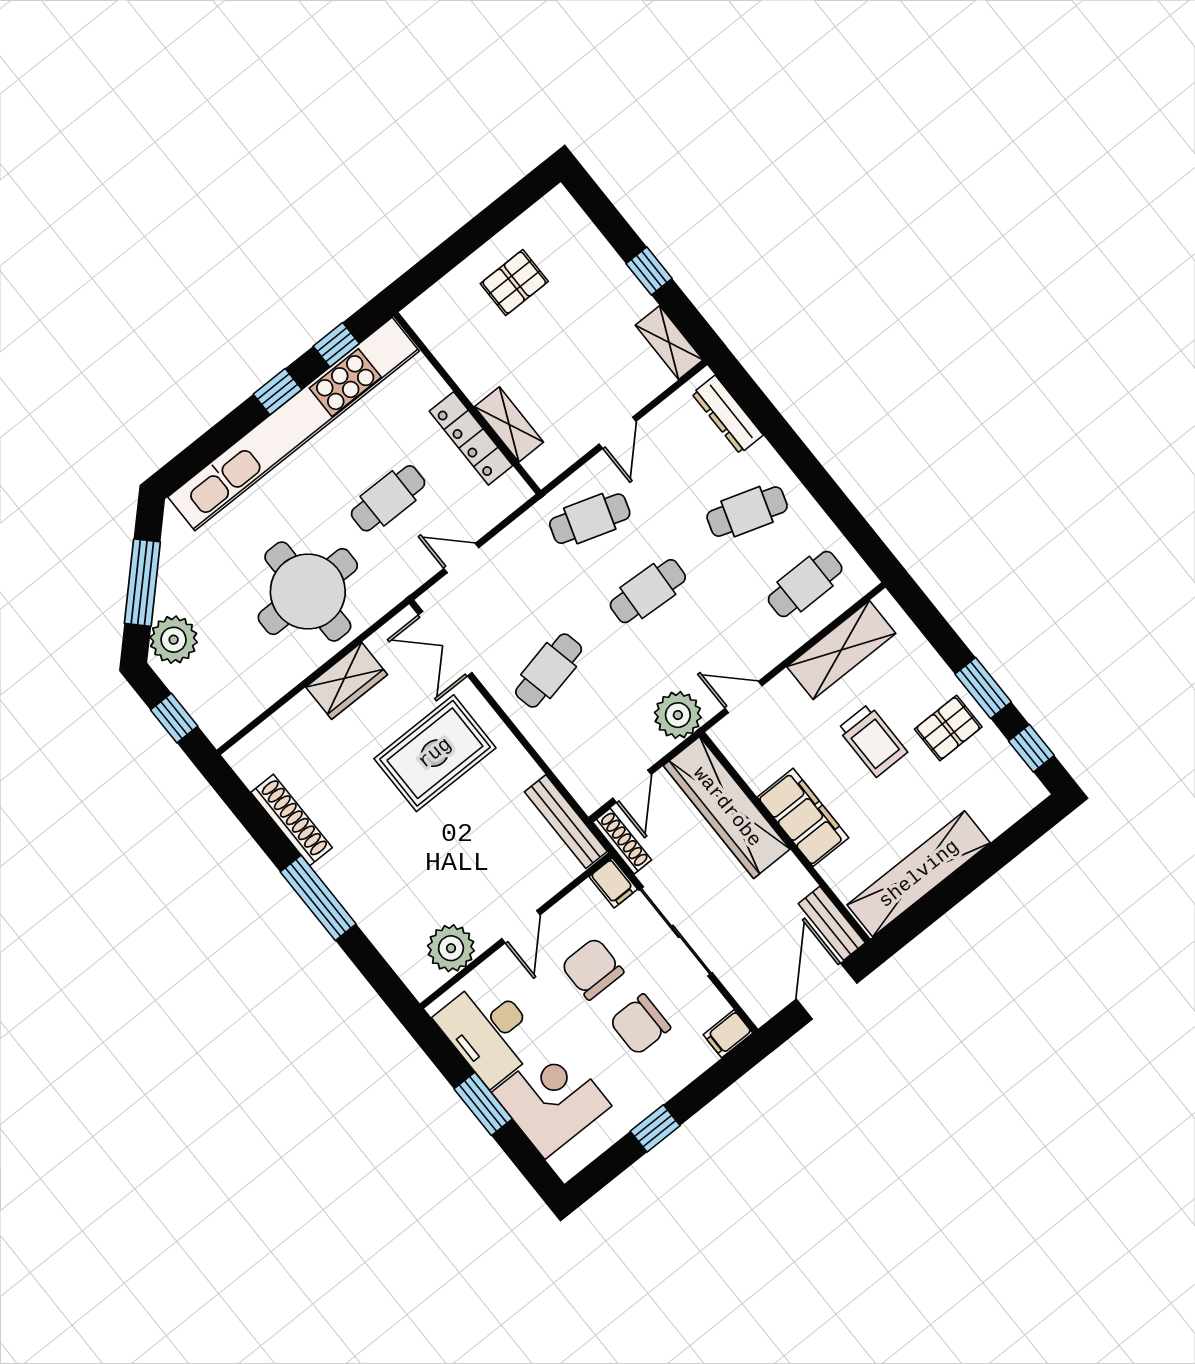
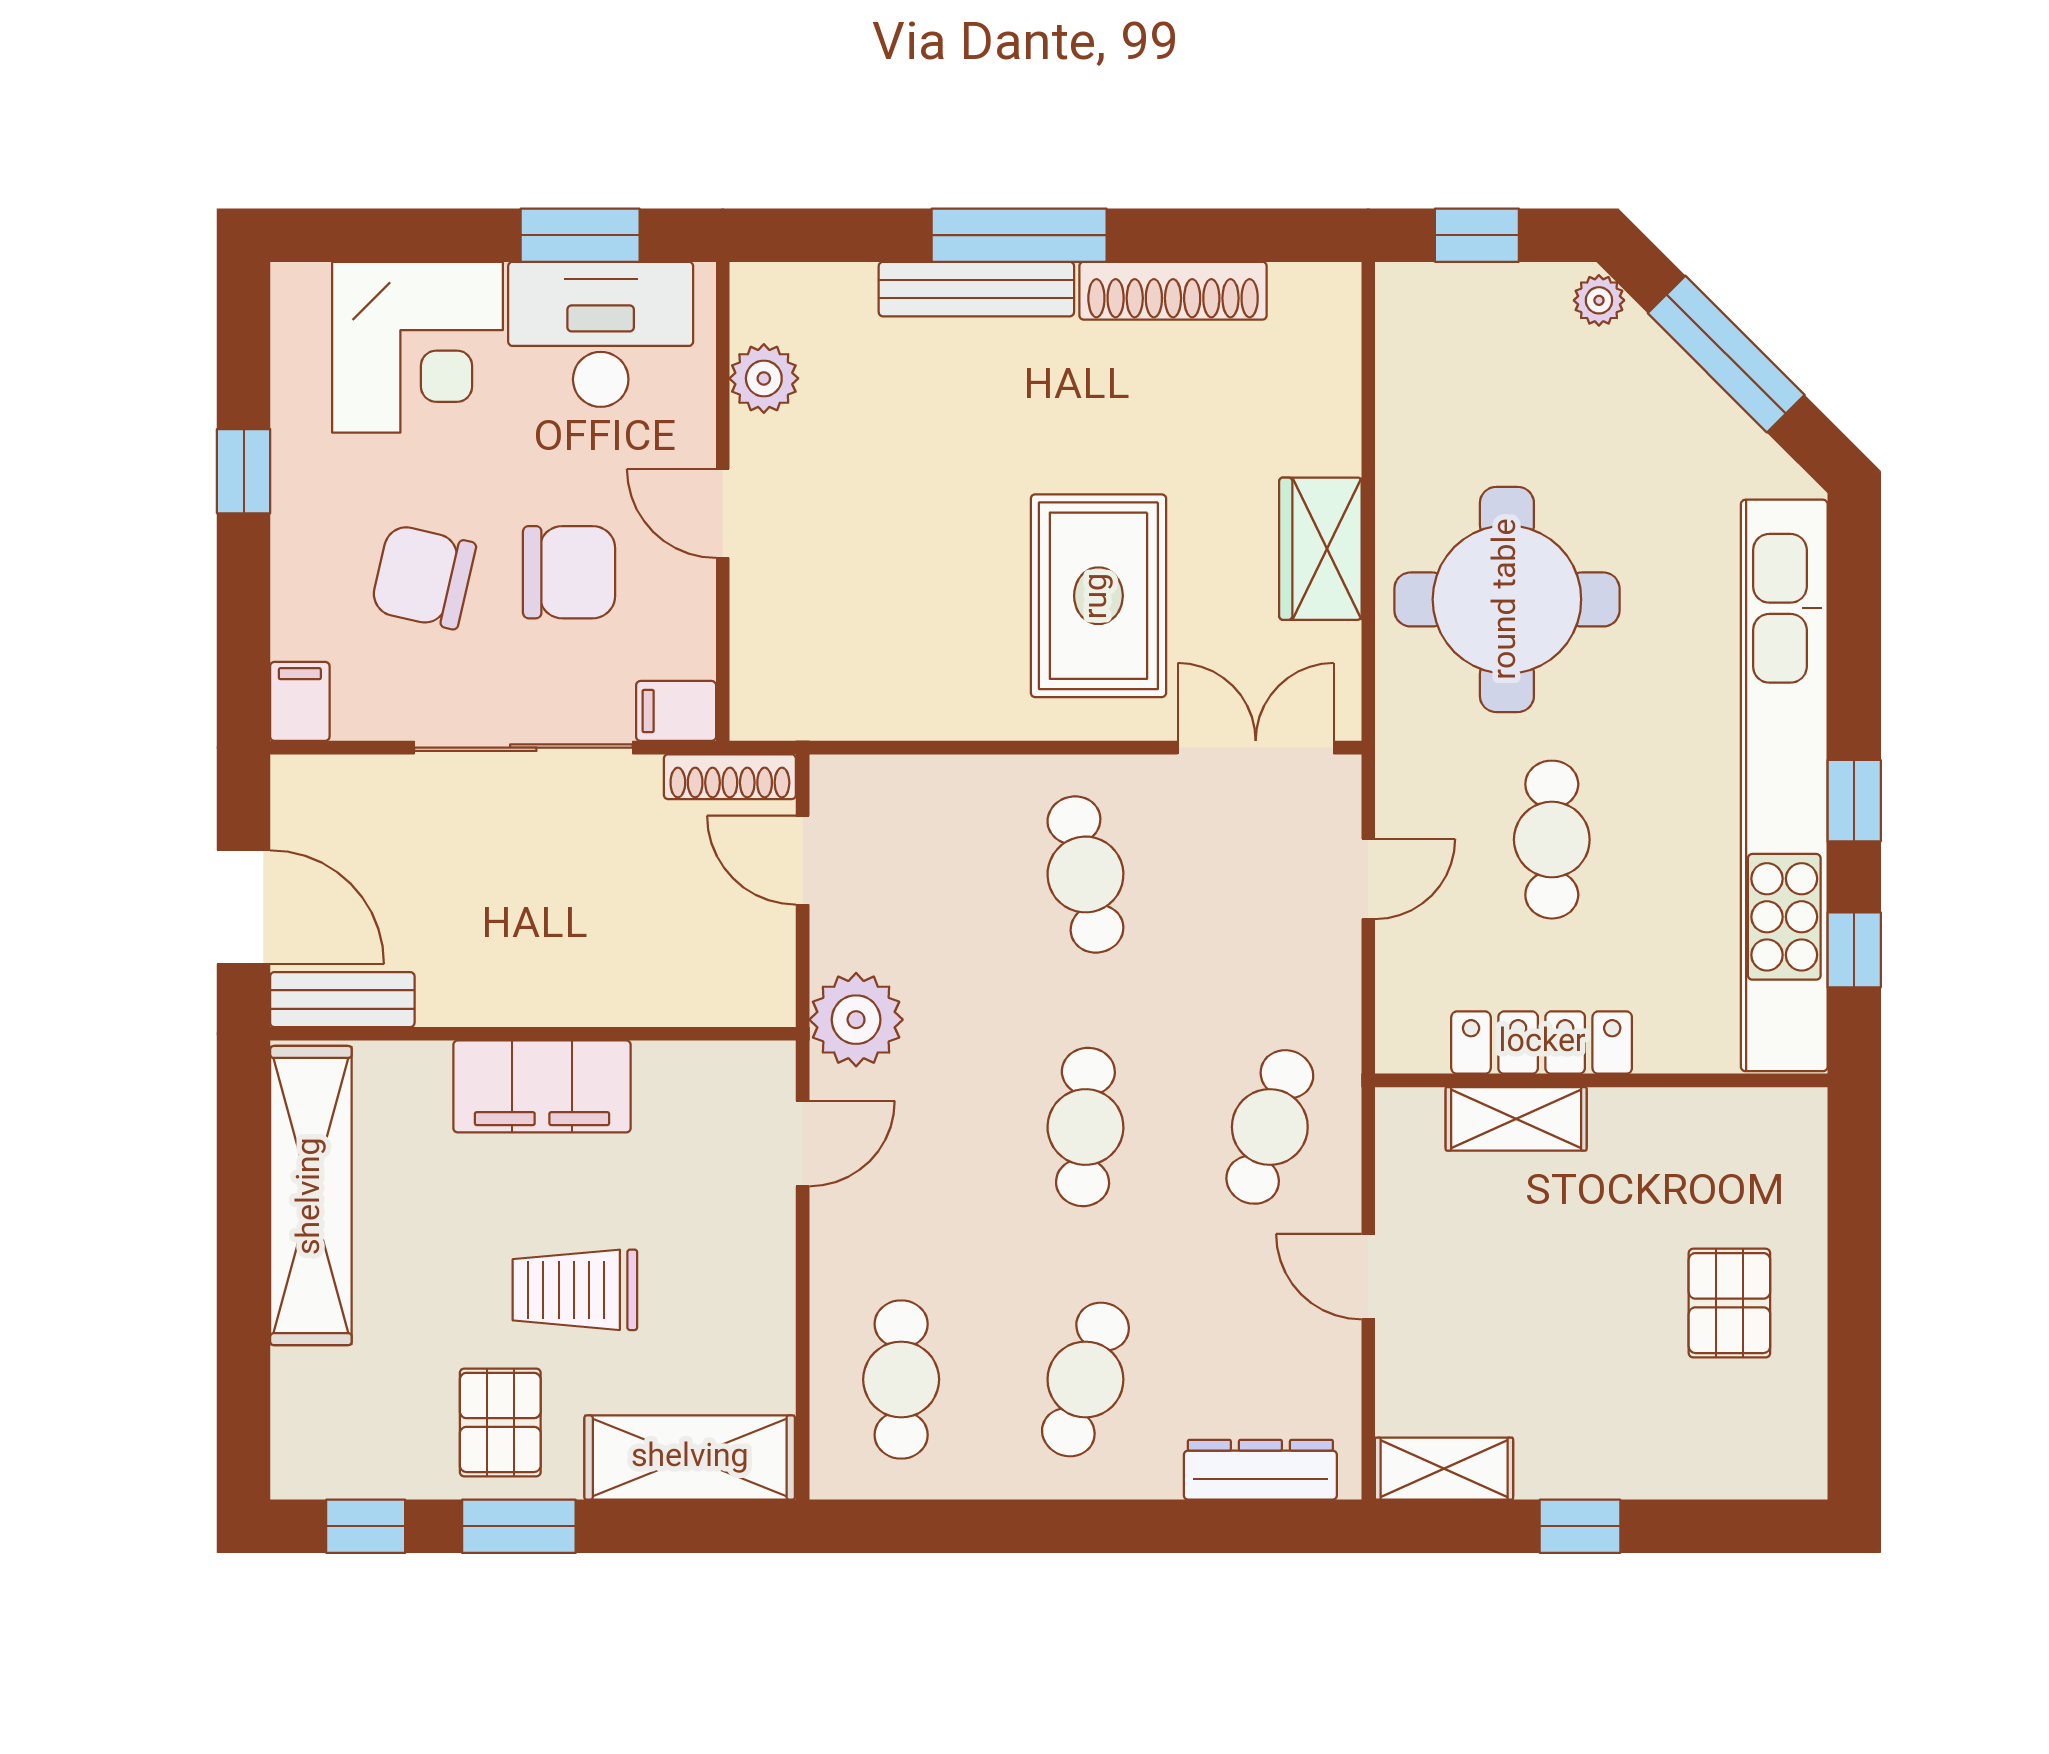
plant: (174, 640) -> (1599, 300), width x0.53, depth x0.53
shelving: (841, 650) -> (690, 1458), moved, turned 90
wardrobe: (727, 807) -> (652, 981), removed
bench: (566, 822) -> (976, 289), moved
plant: (451, 948) -> (764, 378), width x0.73, depth x0.73
chair: (640, 1025) -> (423, 577), turned -77
window: (483, 1104) -> (580, 235), moved

